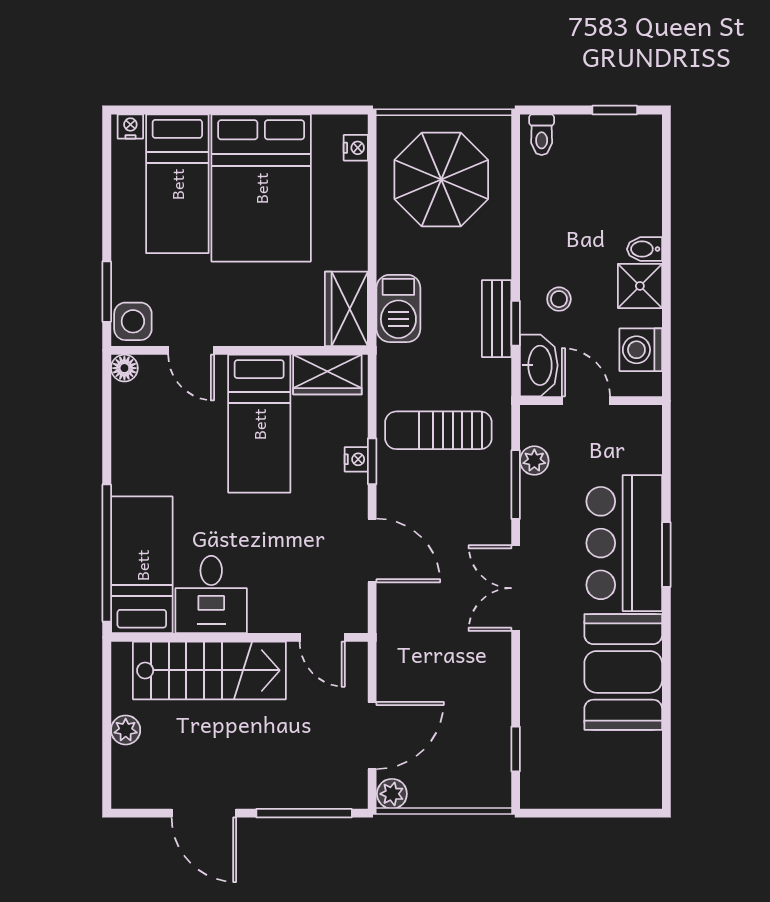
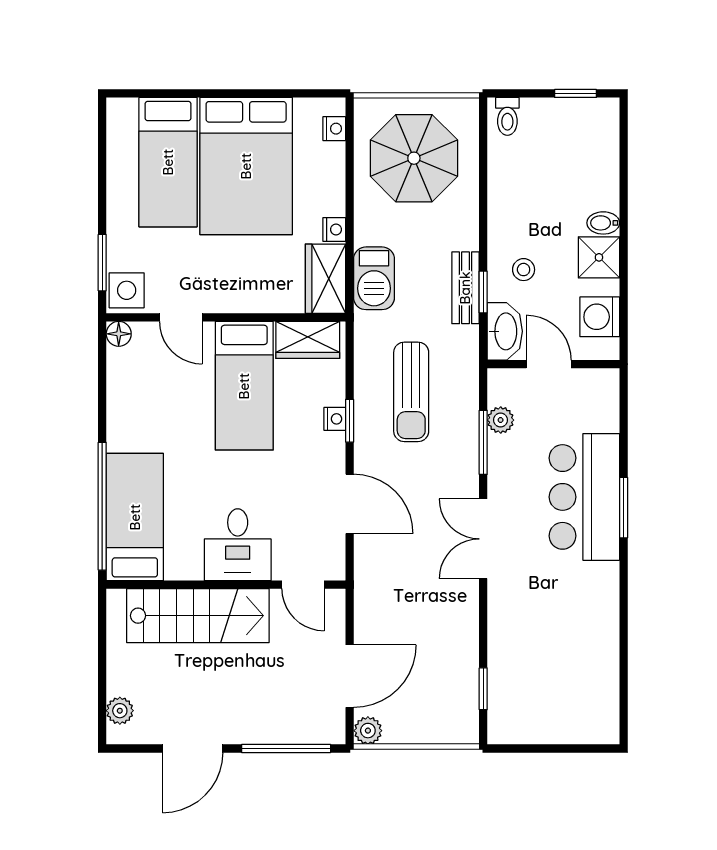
nightstand: (130, 126) -> (334, 229), moved, turned 90
sun lounger: (438, 430) -> (411, 392), turned -90
desk: (211, 594) -> (238, 545), moved
booth: (623, 672) -> (583, 617), removed
plant: (126, 730) -> (120, 711), moved
door: (204, 813) -> (193, 749), hinge flipped

